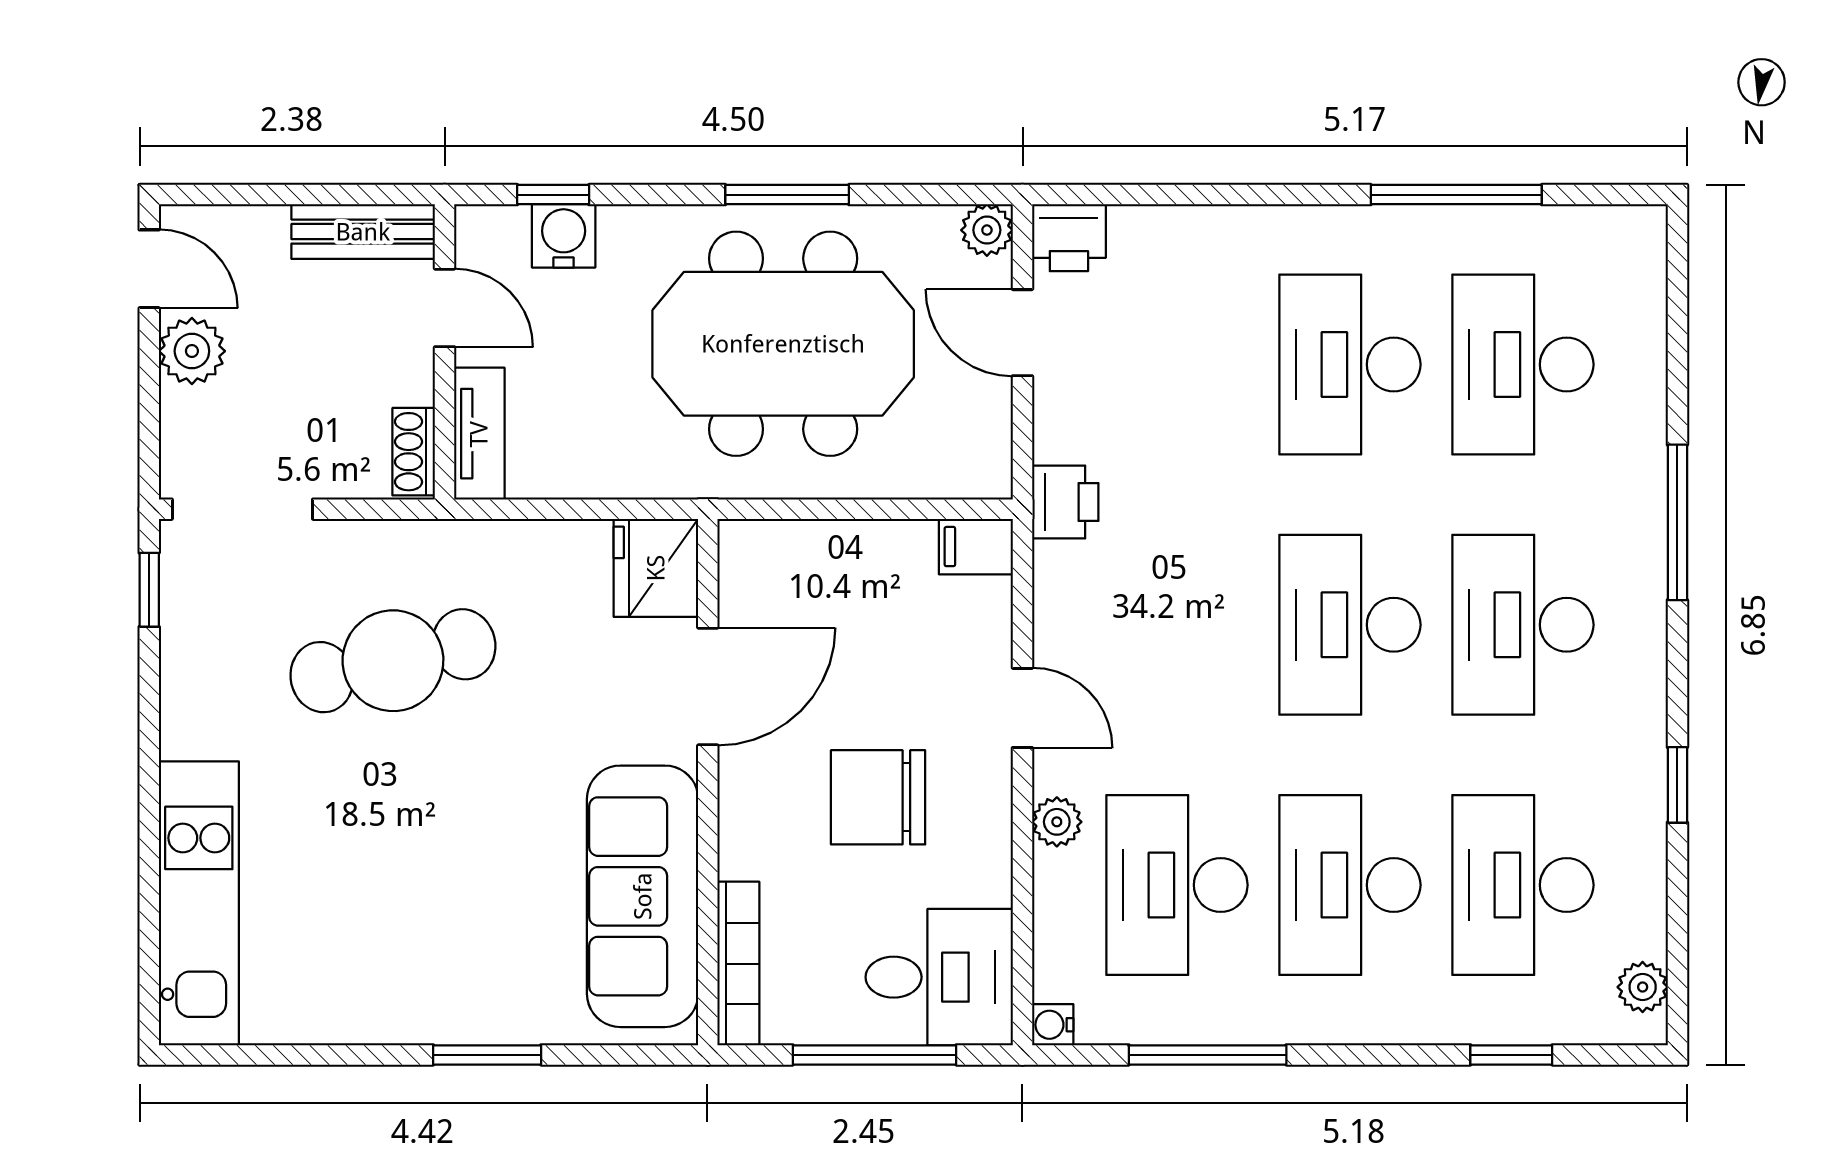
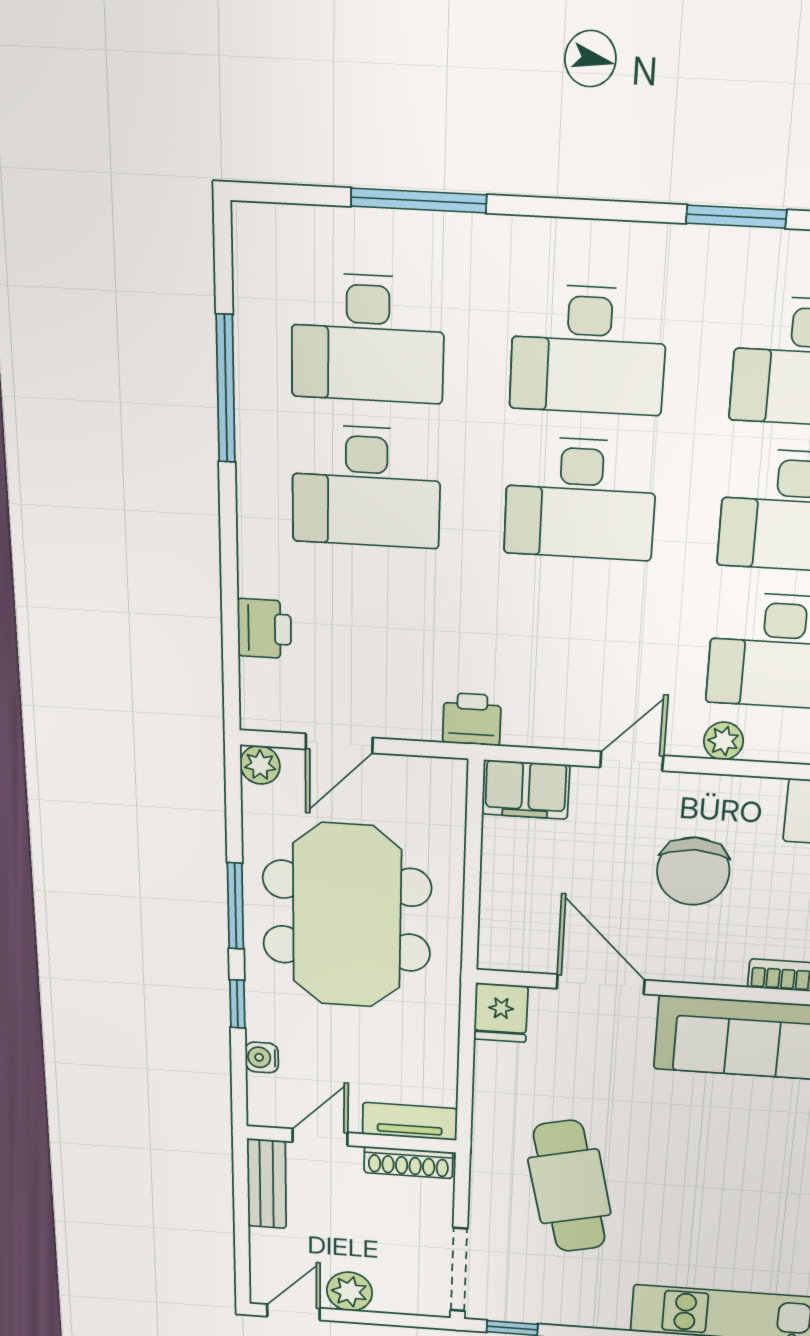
window: (553, 195) -> (237, 1004), moved
water cooler: (564, 236) -> (262, 1057), width x0.72, depth x0.72
printer: (1069, 238) -> (264, 629), moved
shoe rack: (414, 452) -> (408, 1162), width x1.43
window: (1677, 522) -> (419, 201), moved
filing cabinet: (976, 547) -> (526, 790), width x2.00
fridge: (656, 568) -> (501, 1013), width x0.72
window: (1677, 785) -> (736, 217), width x1.50

